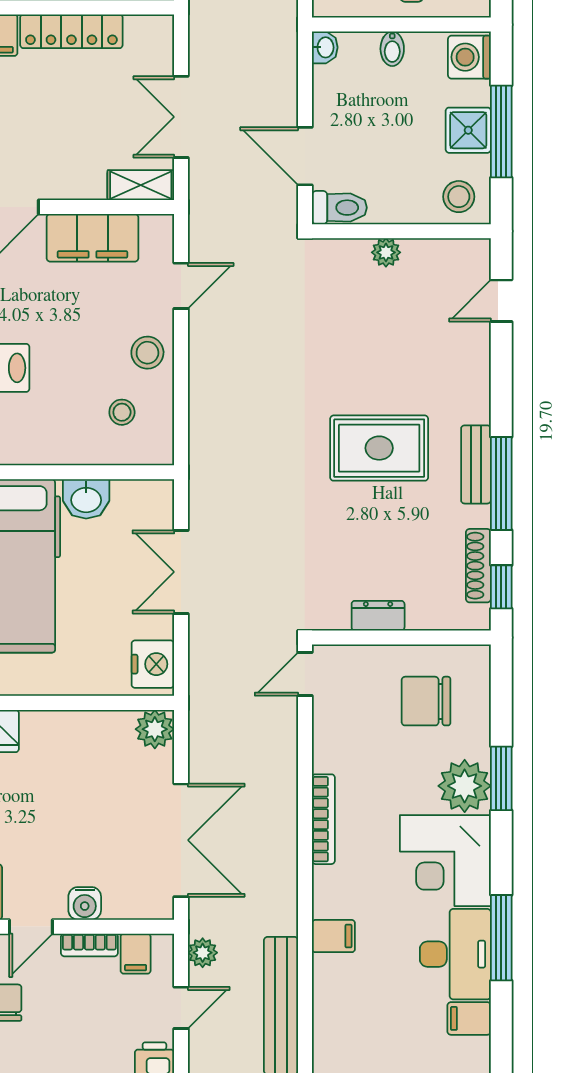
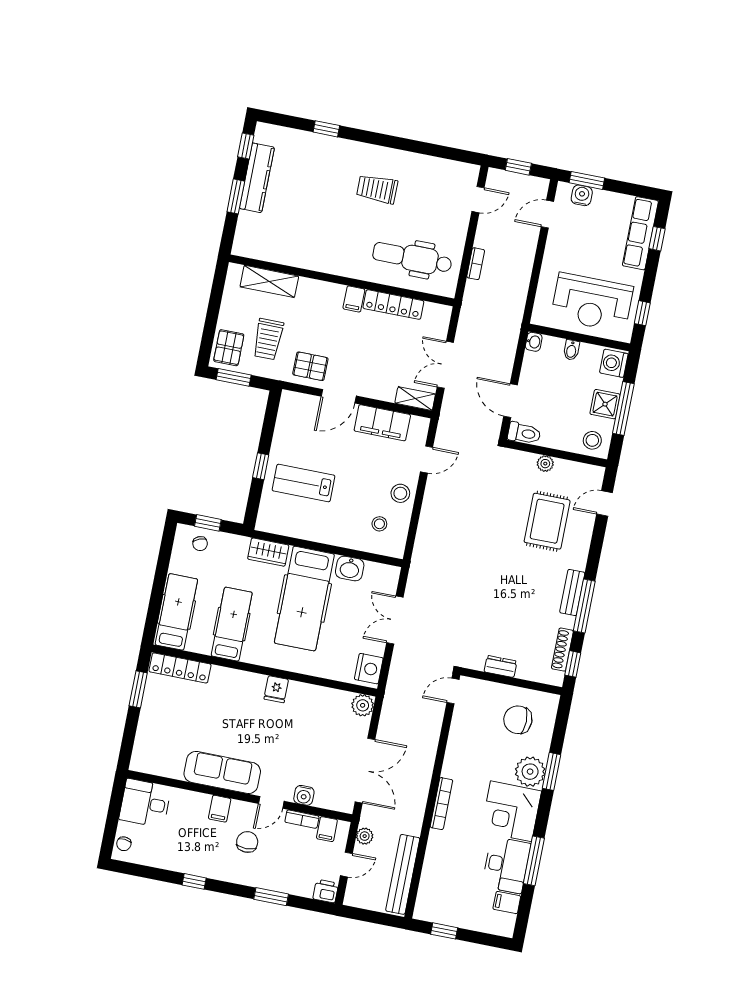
rug: (379, 448) -> (547, 521), moved, turned 90
bookcase: (323, 819) -> (441, 804), moved
filing cabinet: (333, 936) -> (440, 841), removed

